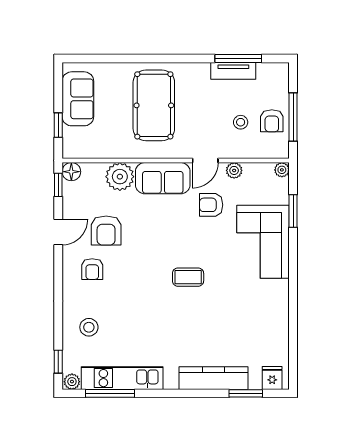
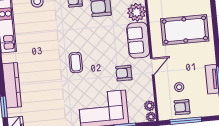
door: (205, 161) -> (152, 67), swing flipped
plant: (234, 170) -> (149, 106), moved
armchair: (211, 205) -> (124, 73), turned -90

